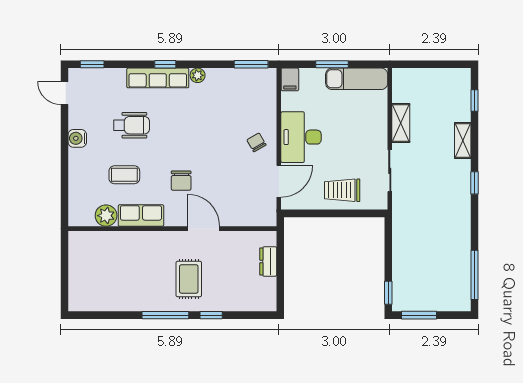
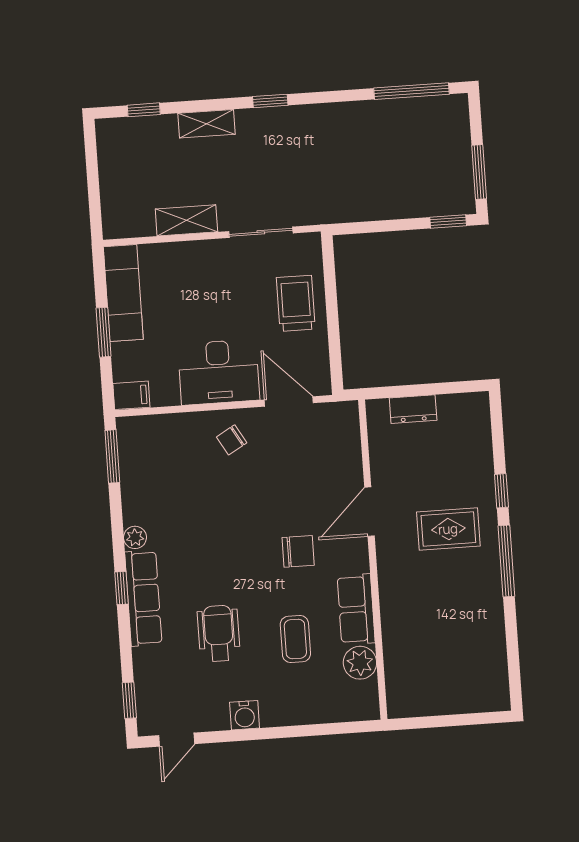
trolley: (342, 190) -> (296, 303), turned 180

